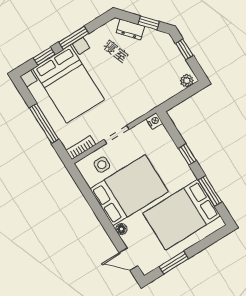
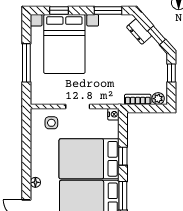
window: (74, 38) -> (108, 10), moved
bookcase: (81, 148) -> (138, 99), moved
bed: (129, 190) -> (89, 159), moved, turned 180

